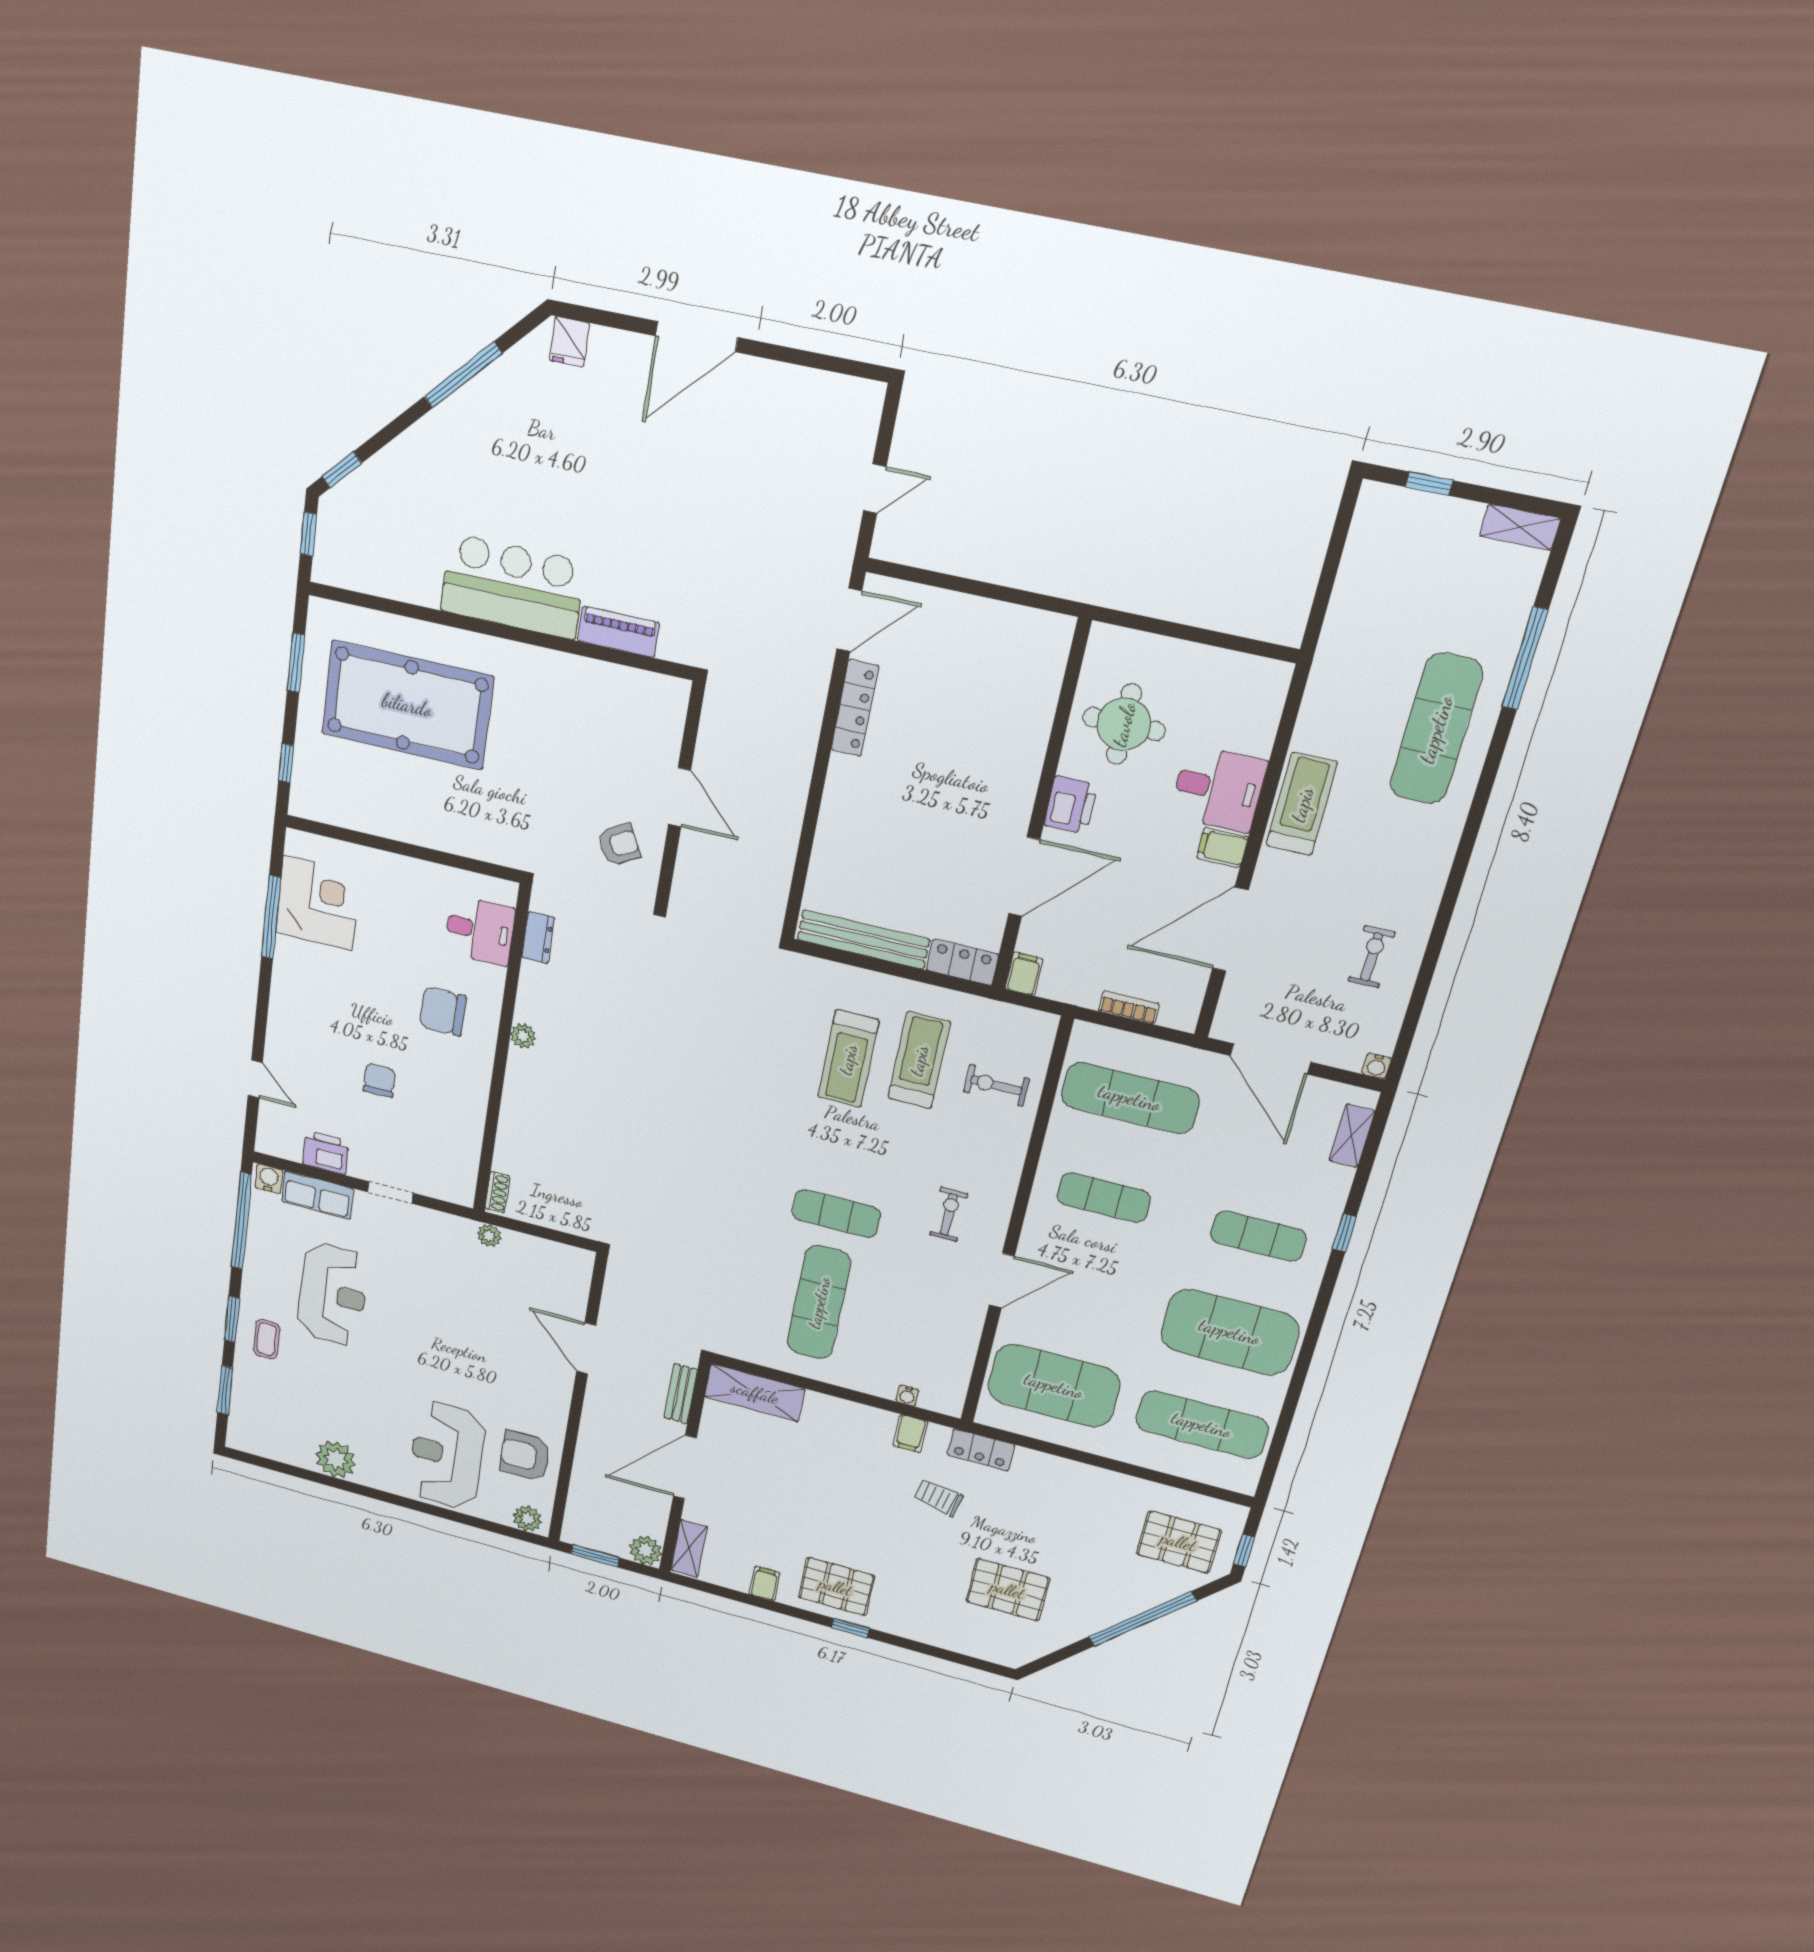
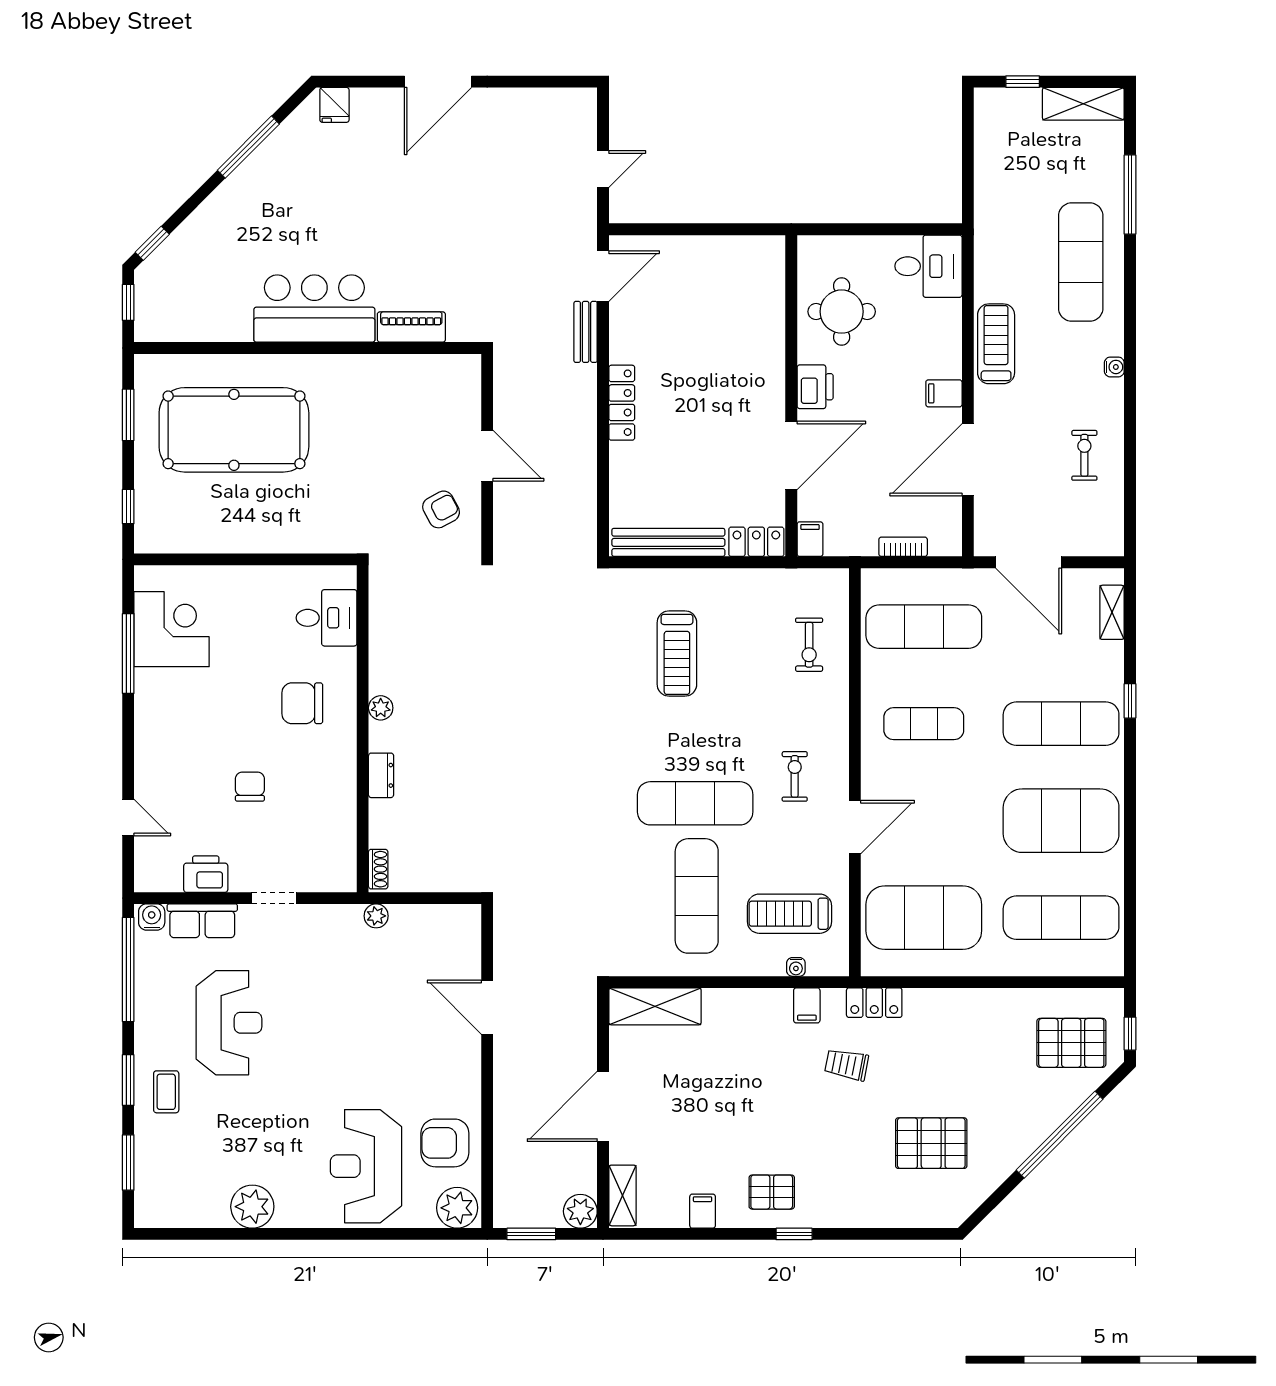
shelving: (1520, 527) -> (1083, 104), width x1.50, depth x1.33
locker: (855, 708) -> (622, 403), moved
desk: (1218, 788) -> (928, 266), moved
dresser: (538, 937) -> (381, 775), moved
treadmill: (919, 1060) -> (789, 914), moved, turned -90
water cooler: (1377, 1066) -> (1114, 367), moved, turned -90
exercise bike: (996, 1085) -> (809, 645), turned -90
exercise mat: (836, 1213) -> (695, 803), width x1.36, depth x1.45
exercise mat: (1258, 1236) -> (1061, 724), width x1.36, depth x1.45
bench: (681, 1394) -> (586, 332), moved
plant: (527, 1519) -> (457, 1208), width x1.36, depth x1.36
pallet: (836, 1587) -> (772, 1192), width x0.67, depth x0.71

